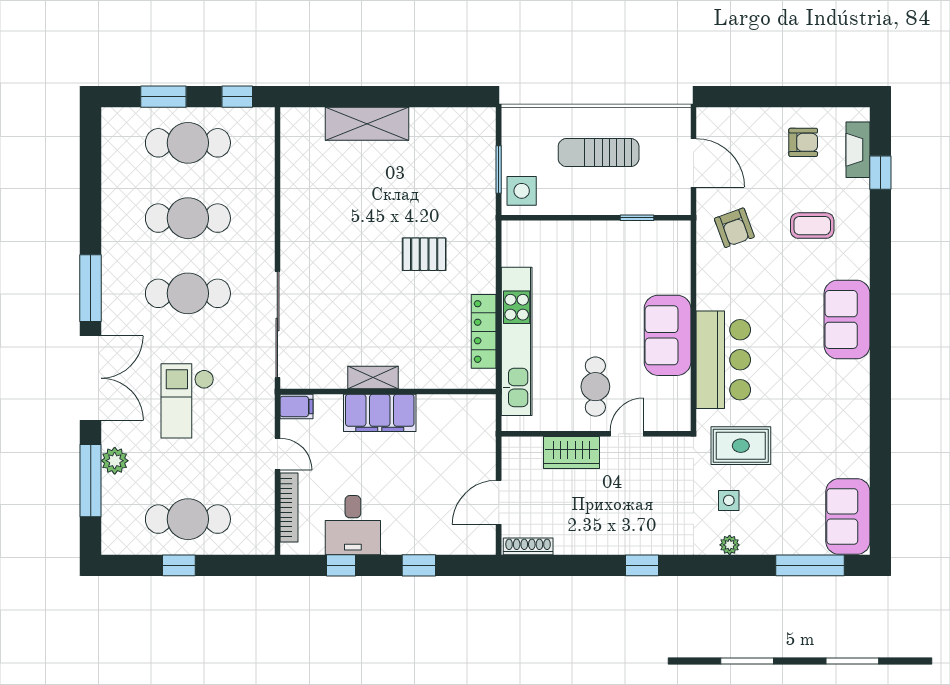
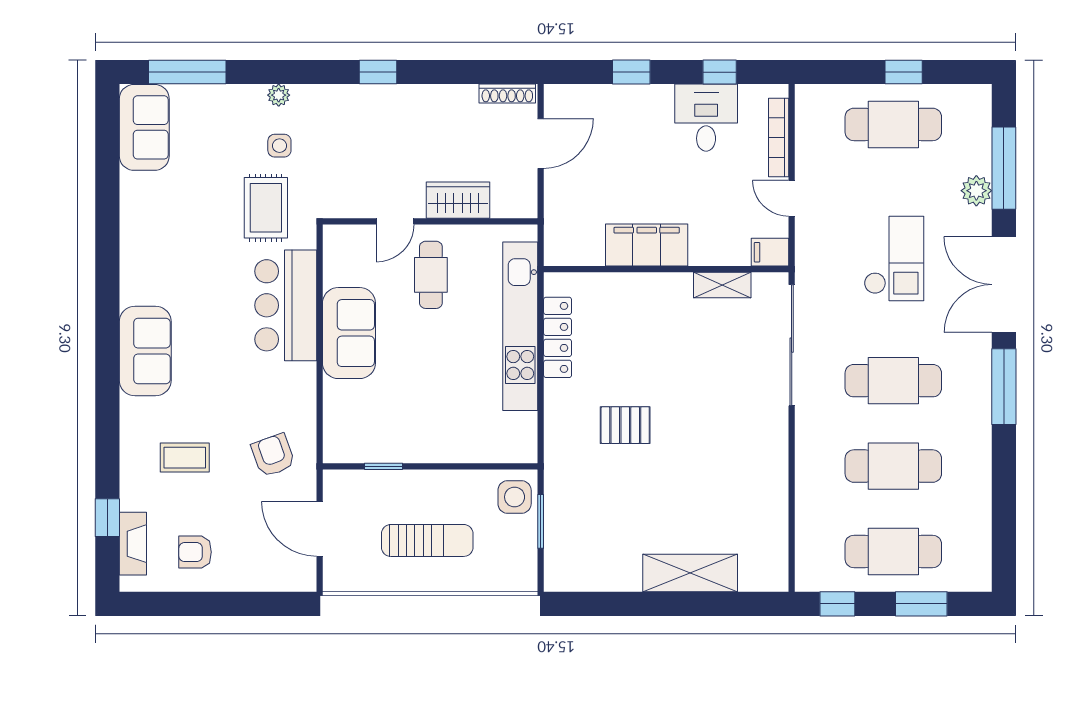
shelving: (373, 378) -> (722, 285), moved
filing cabinet: (380, 413) -> (647, 245), moved
rug: (741, 446) -> (266, 208), turned 90

